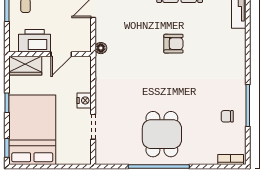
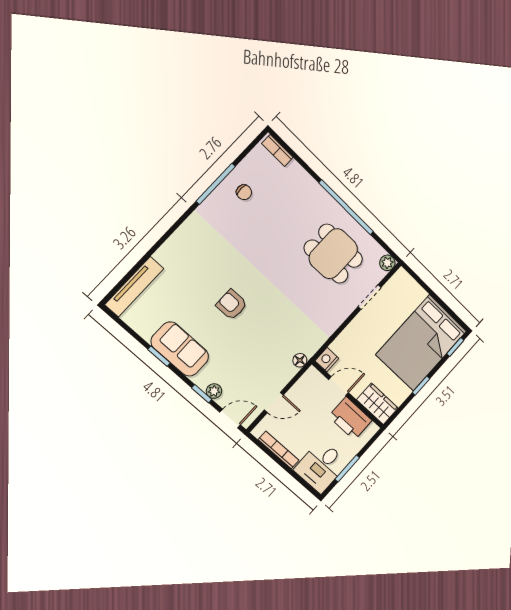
nightstand: (84, 100) -> (327, 360), moved
dining table: (162, 134) -> (333, 254), moved, turned 90
plant: (102, 158) -> (387, 263), added

